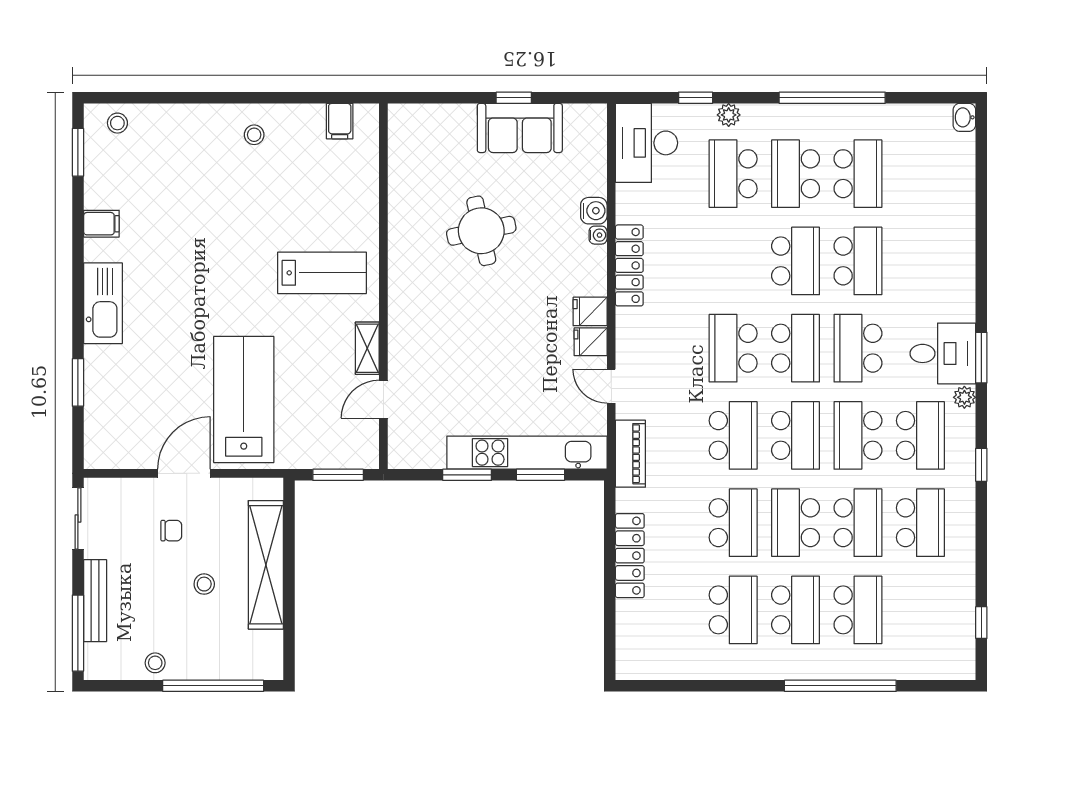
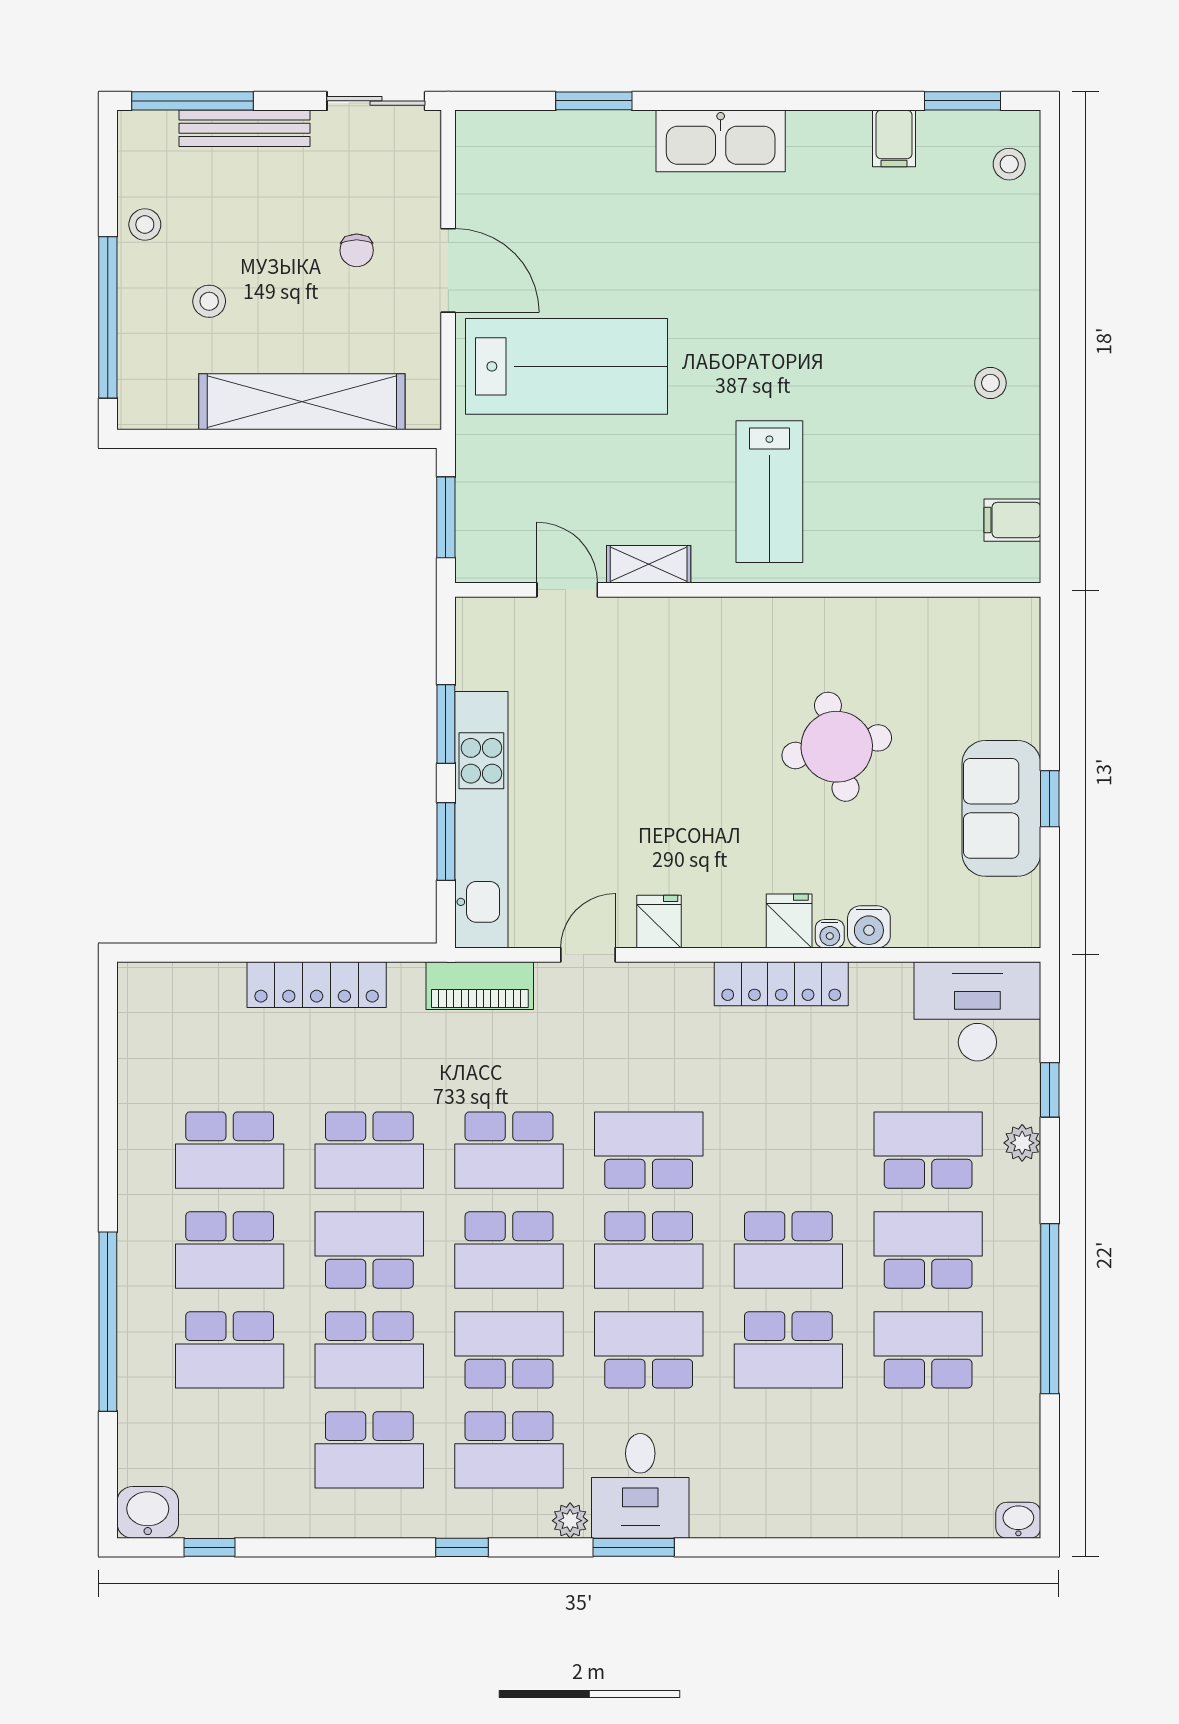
school desk: (858, 174) -> (928, 1350), turned 180
filing cabinet: (101, 224) -> (894, 138), moved
fridge: (590, 311) -> (789, 921), moved
stool: (204, 584) -> (209, 301), moved
washbasin: (959, 661) -> (148, 1512), added

